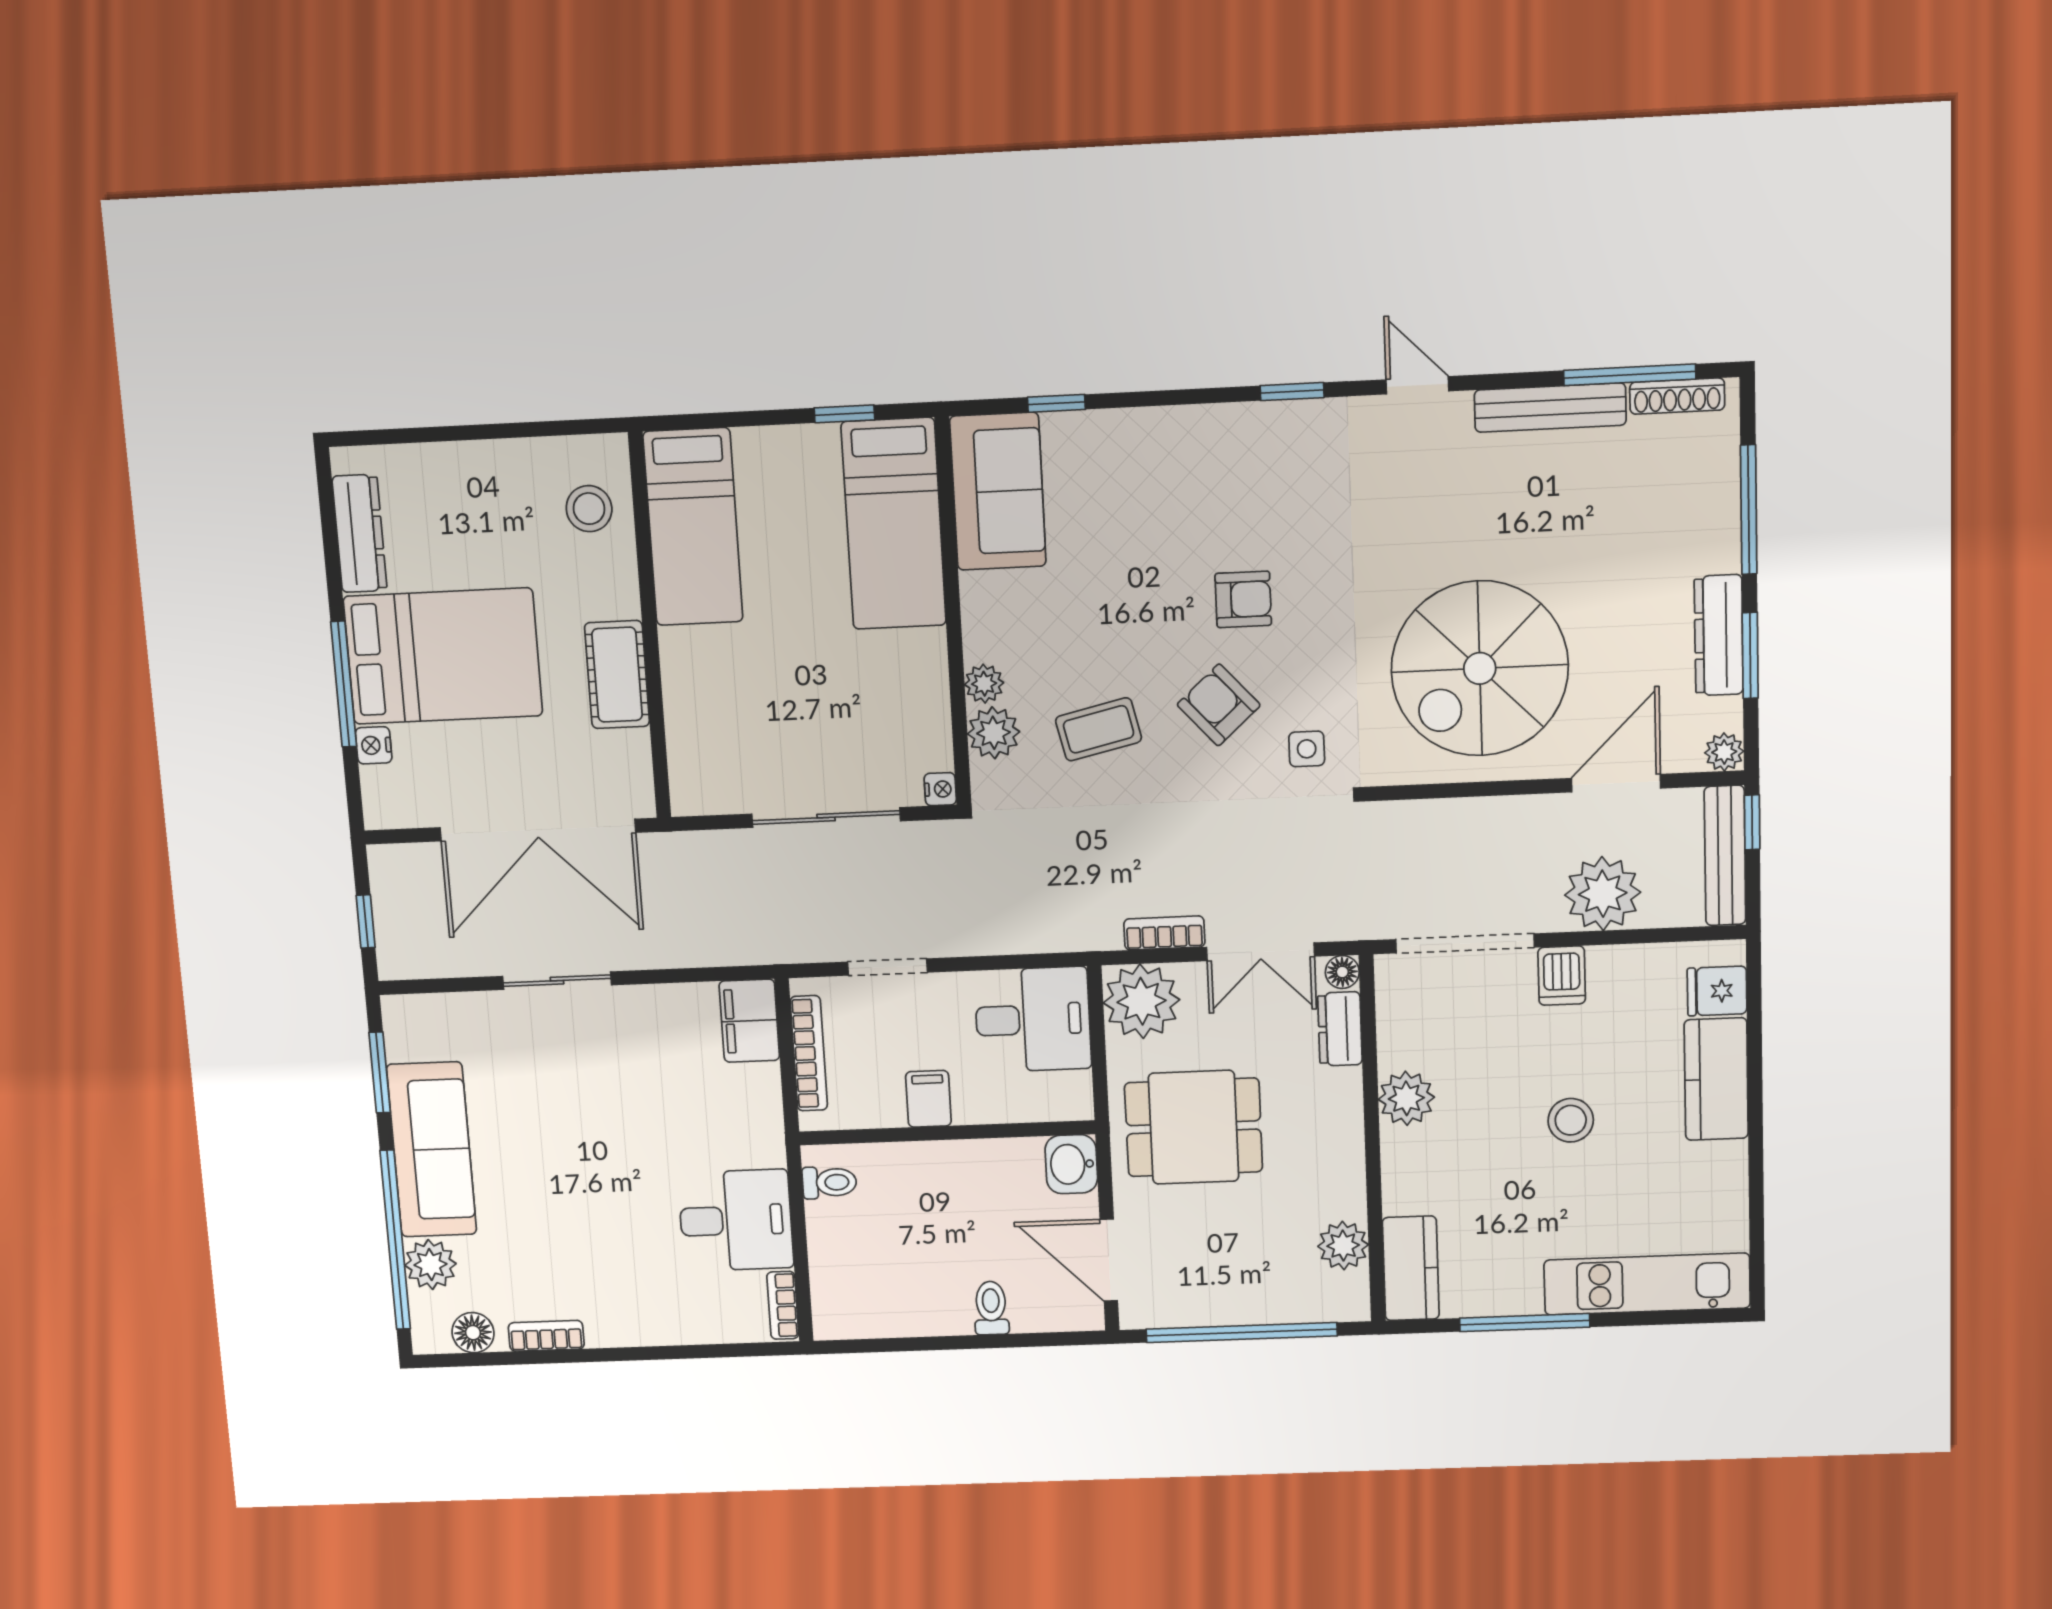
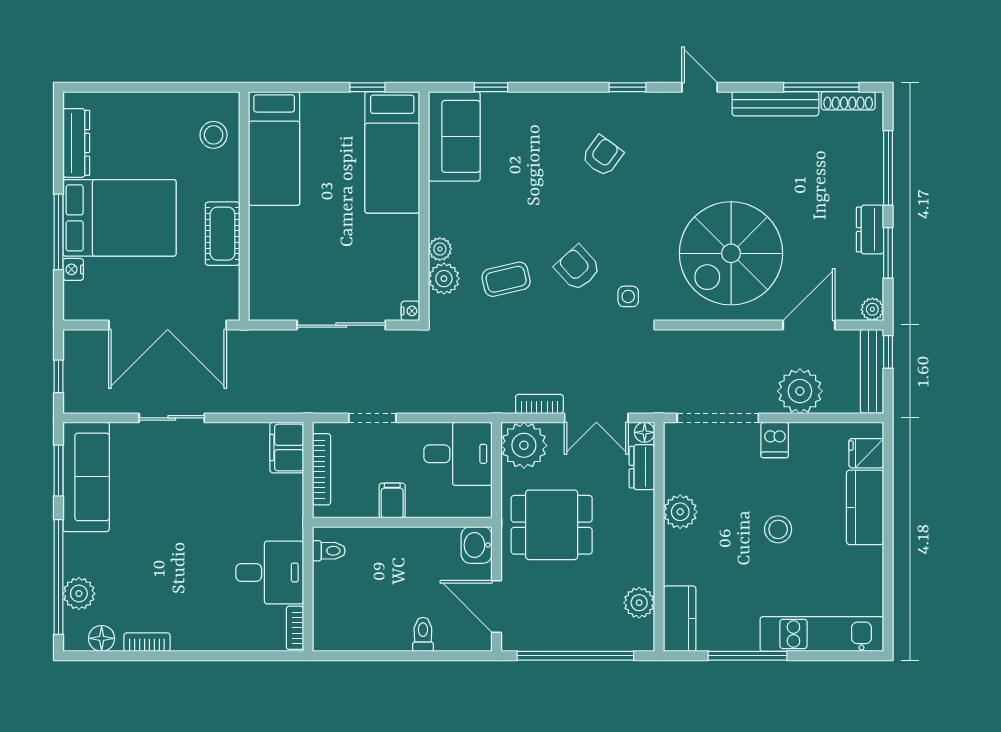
armchair: (1243, 599) -> (602, 156), moved, turned -54
dresser: (1719, 635) -> (870, 229), width x0.70
sofa: (432, 1150) -> (86, 477), moved

